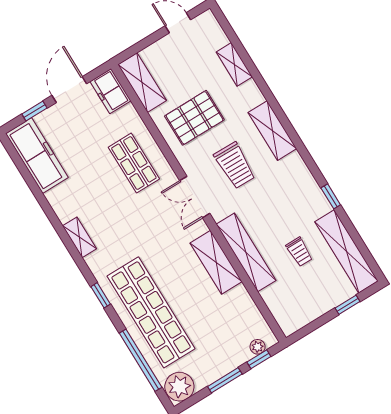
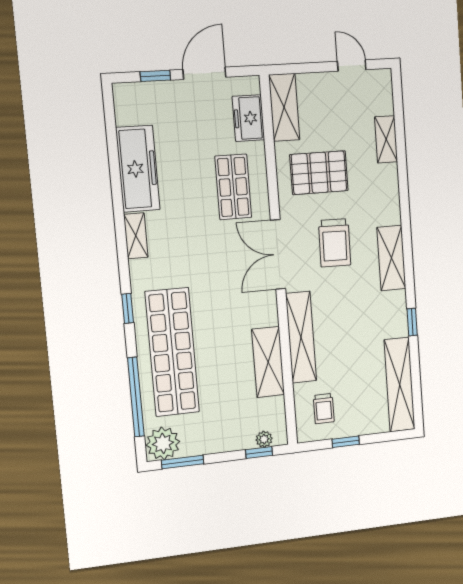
freezer: (110, 91) -> (248, 118), moved
shelving: (272, 131) -> (391, 258), moved
freezer: (37, 155) -> (138, 169), moved
double door: (195, 197) -> (278, 255), width x1.37
trolley: (299, 252) -> (324, 409), moved
shelving: (216, 262) -> (268, 362), moved
window: (348, 305) -> (346, 442), moved
window: (225, 380) -> (183, 462), moved

